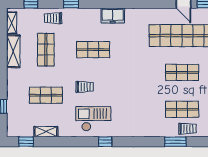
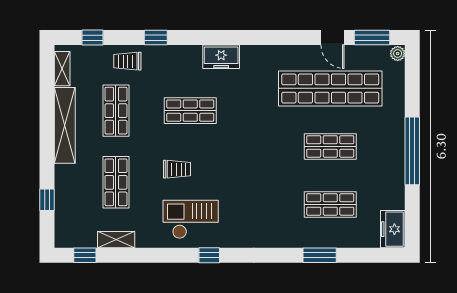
shelving: (13, 51) -> (65, 125), width x1.47
shop shelf: (46, 95) -> (116, 182), turned 90
trolley: (187, 129) -> (339, 235), removed

